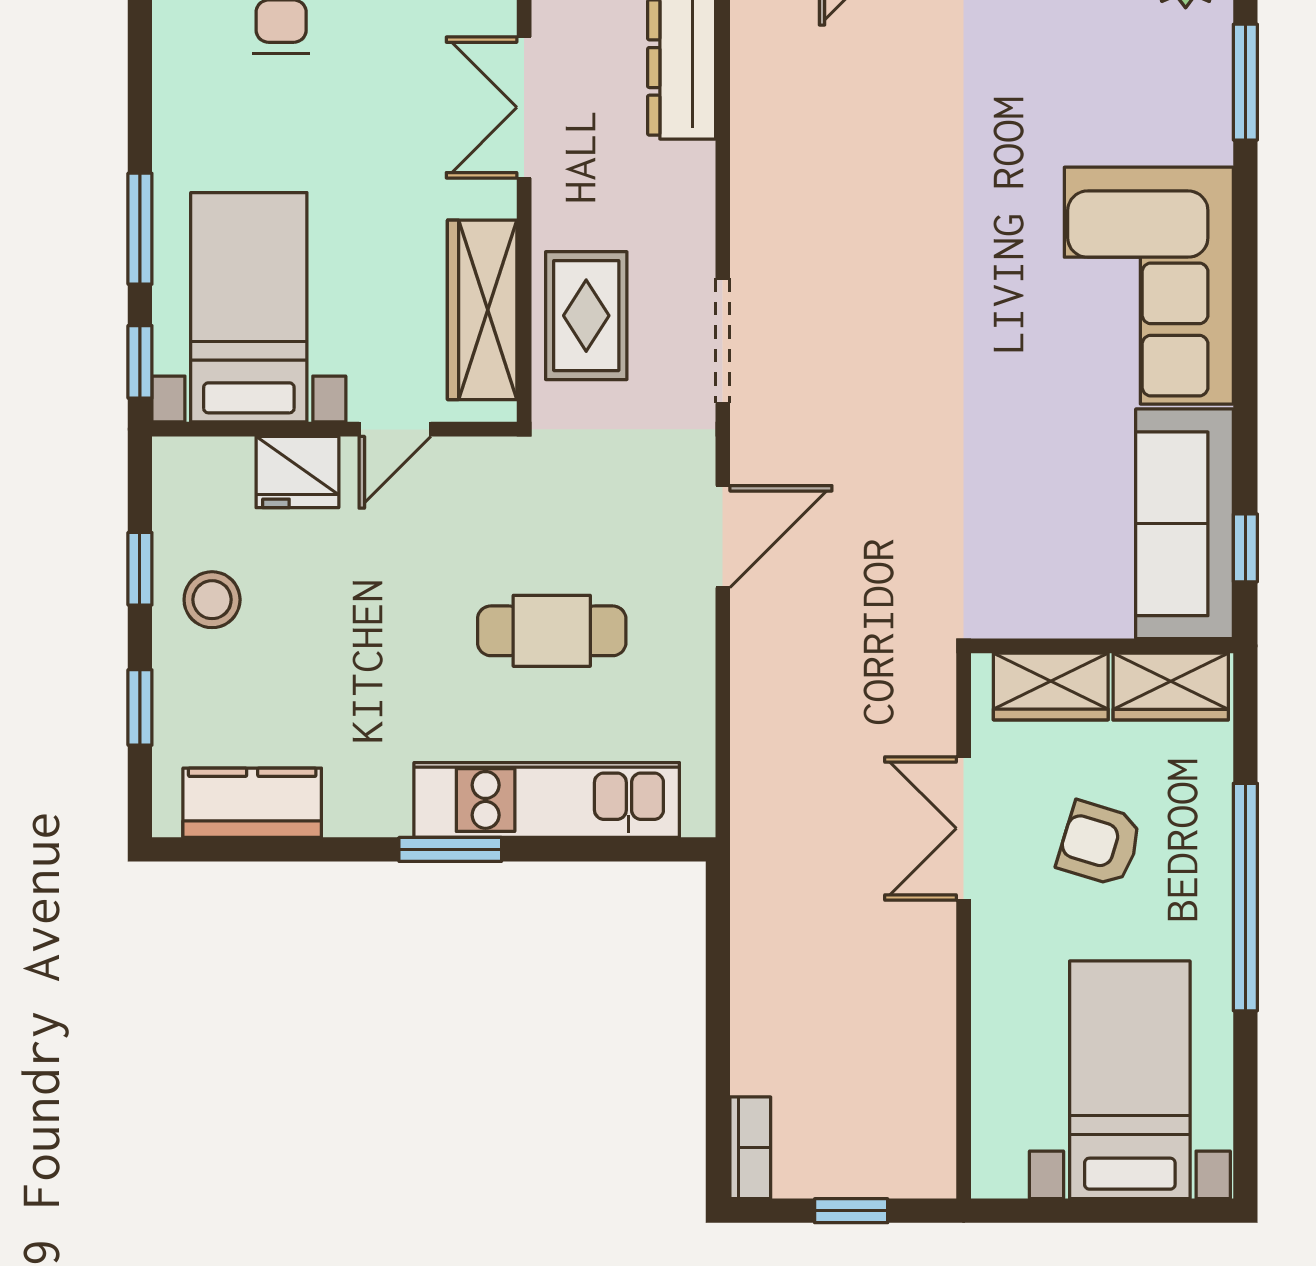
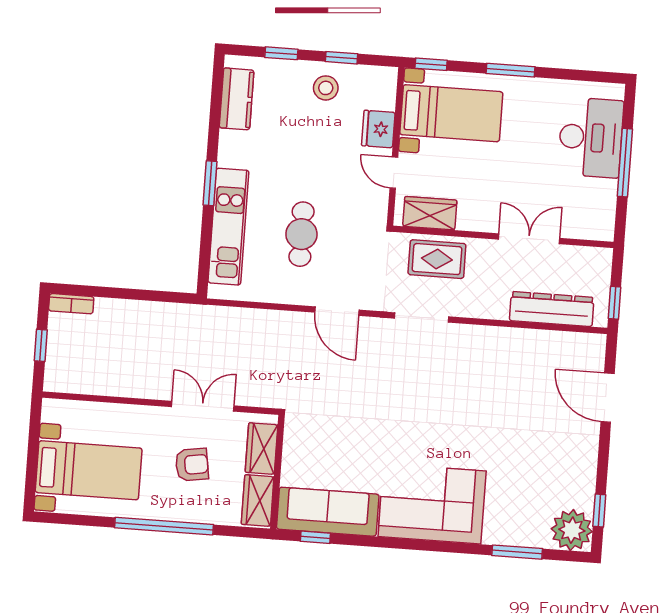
window: (140, 229) -> (511, 70), moved
wardrobe: (482, 310) -> (430, 213), width x0.67
armchair: (1100, 844) -> (192, 465), turned 64

